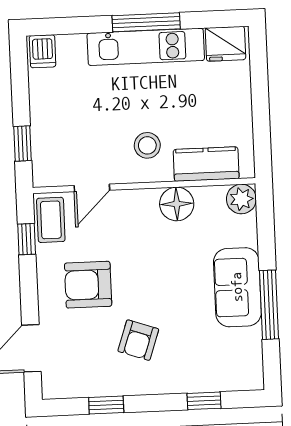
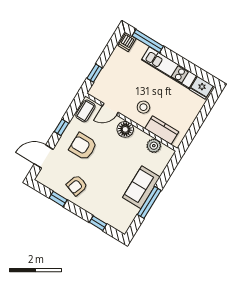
window: (146, 22) -> (148, 41), moved
plant: (241, 199) -> (154, 146), moved
floor lamp: (177, 204) -> (125, 129), moved
window: (27, 239) -> (62, 127), moved
armchair: (138, 340) -> (77, 185), moved

